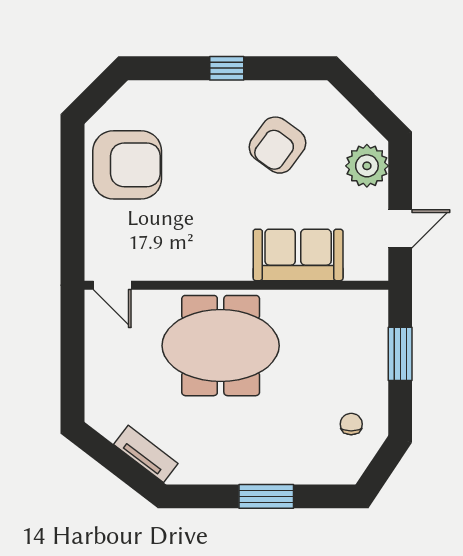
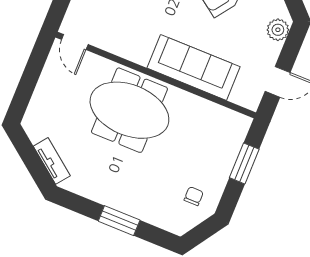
plant: (367, 166) -> (278, 30), width x0.73, depth x0.73
sofa: (298, 255) -> (194, 67), width x1.36

